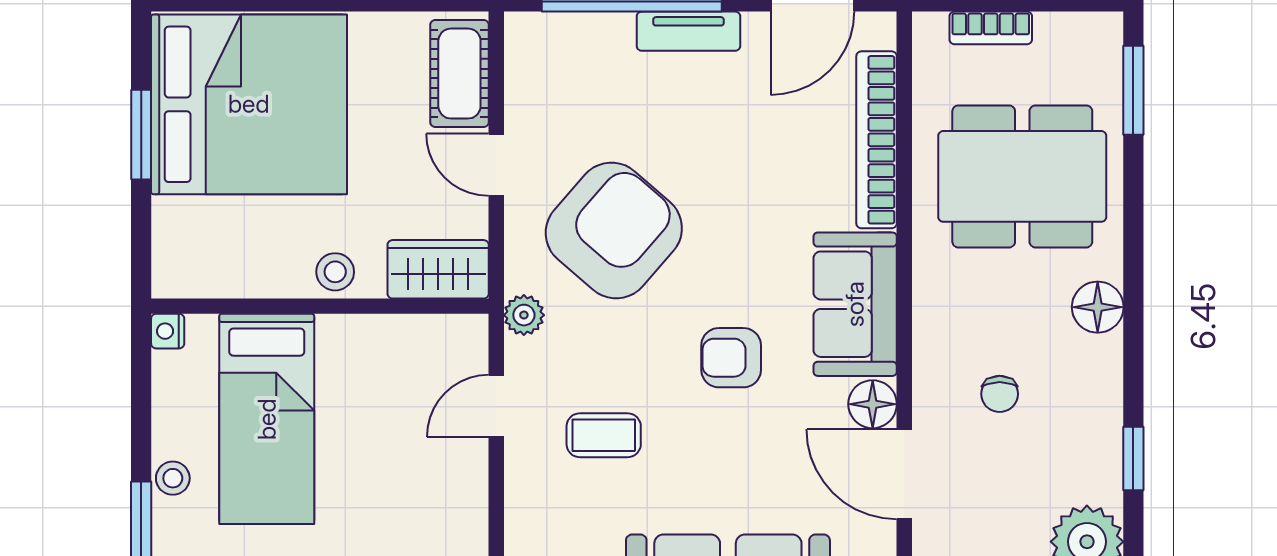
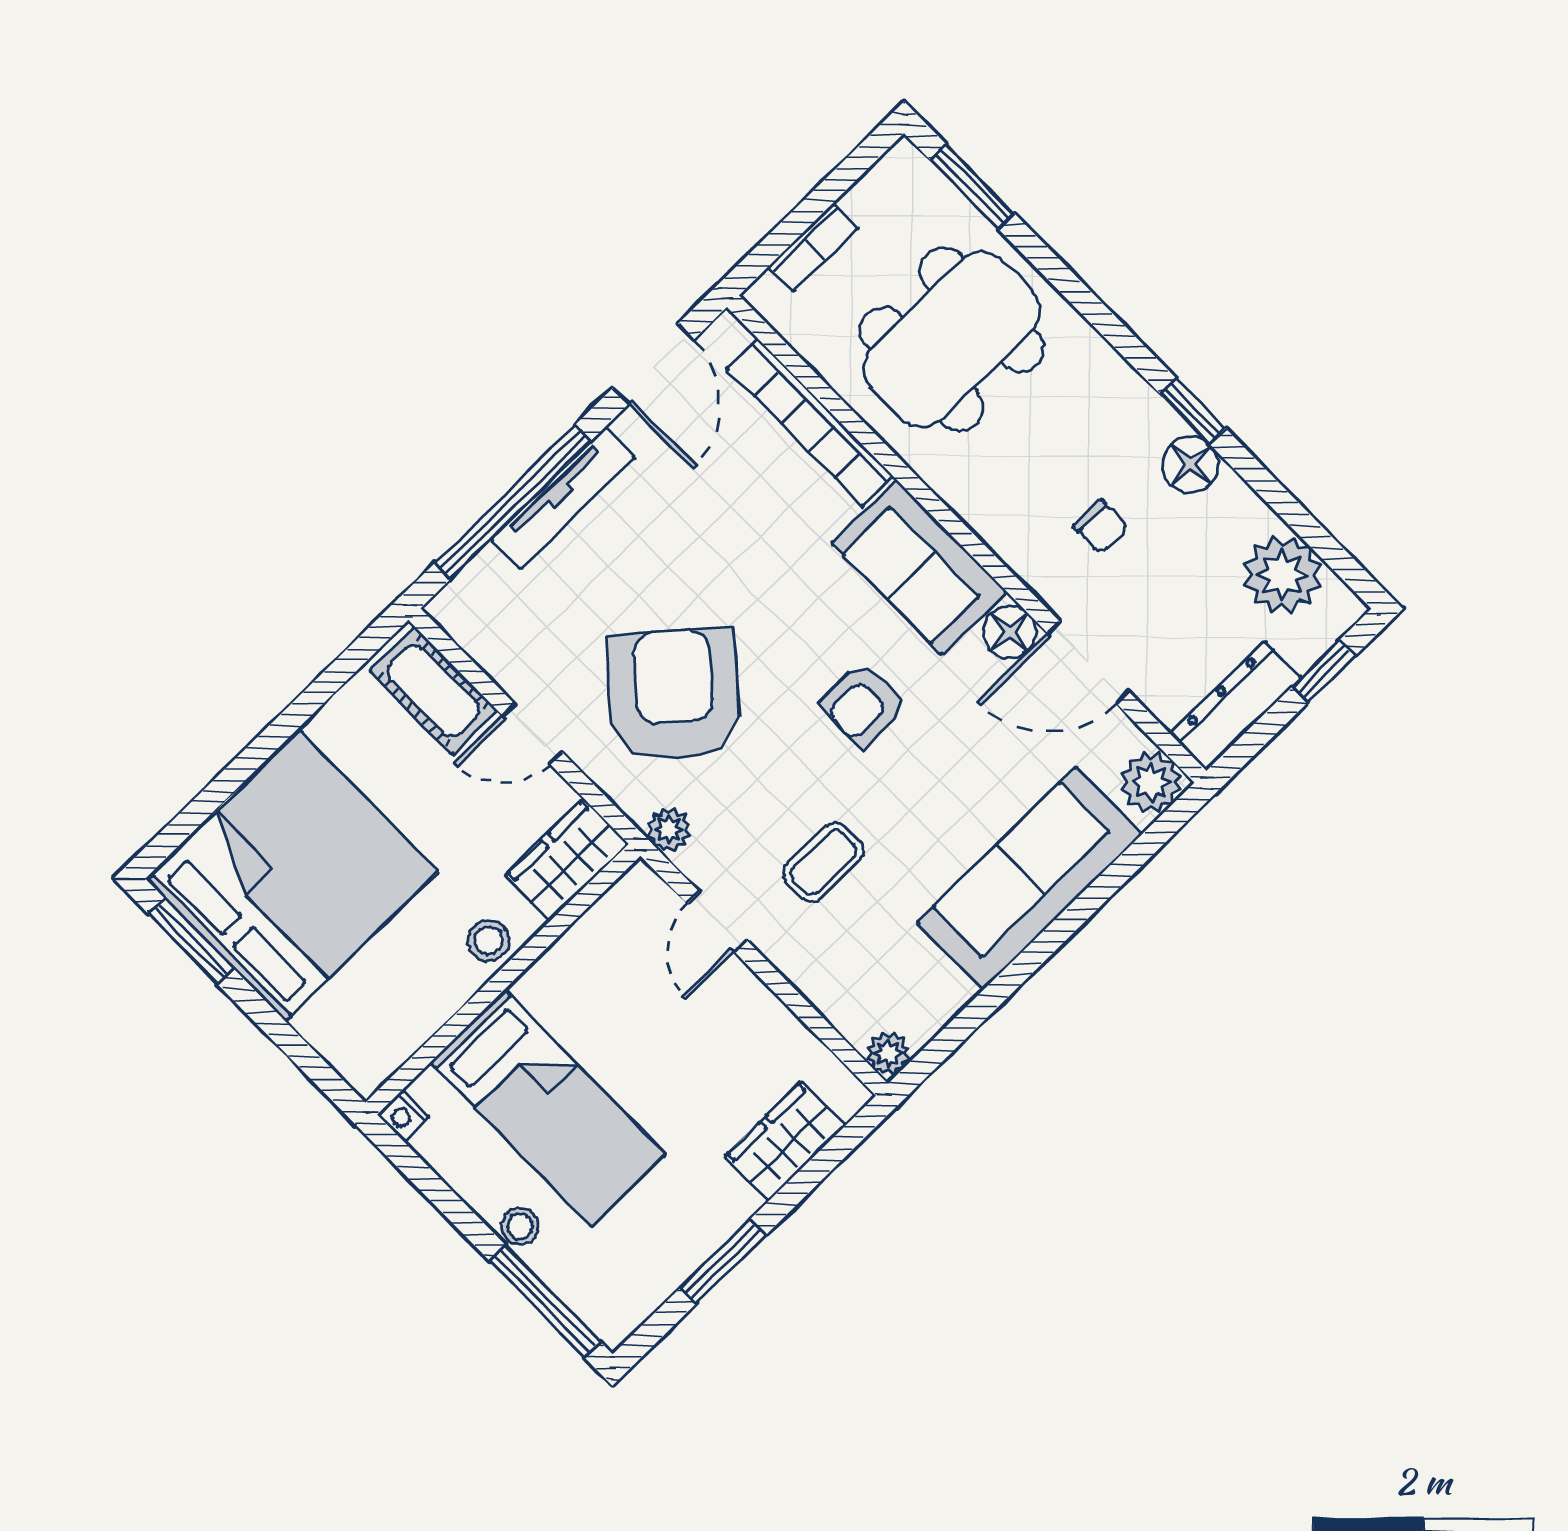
tv unit: (688, 31) -> (563, 498), width x1.41
window: (141, 135) -> (191, 941), moved
floor lamp: (1098, 307) -> (1190, 464), moved
window: (1133, 458) -> (1193, 411), moved

